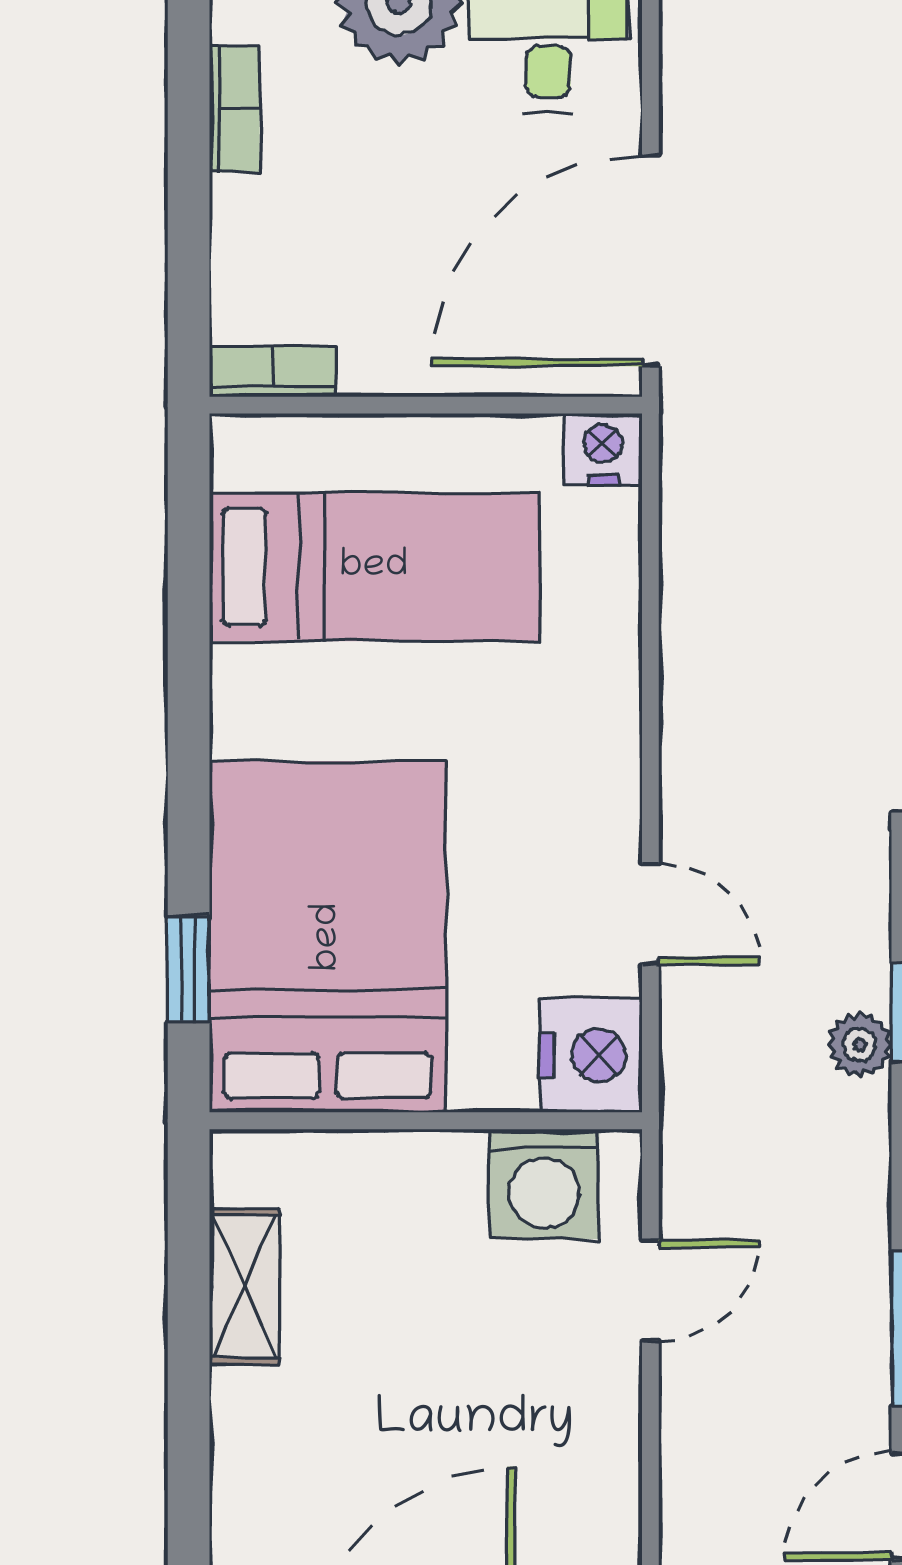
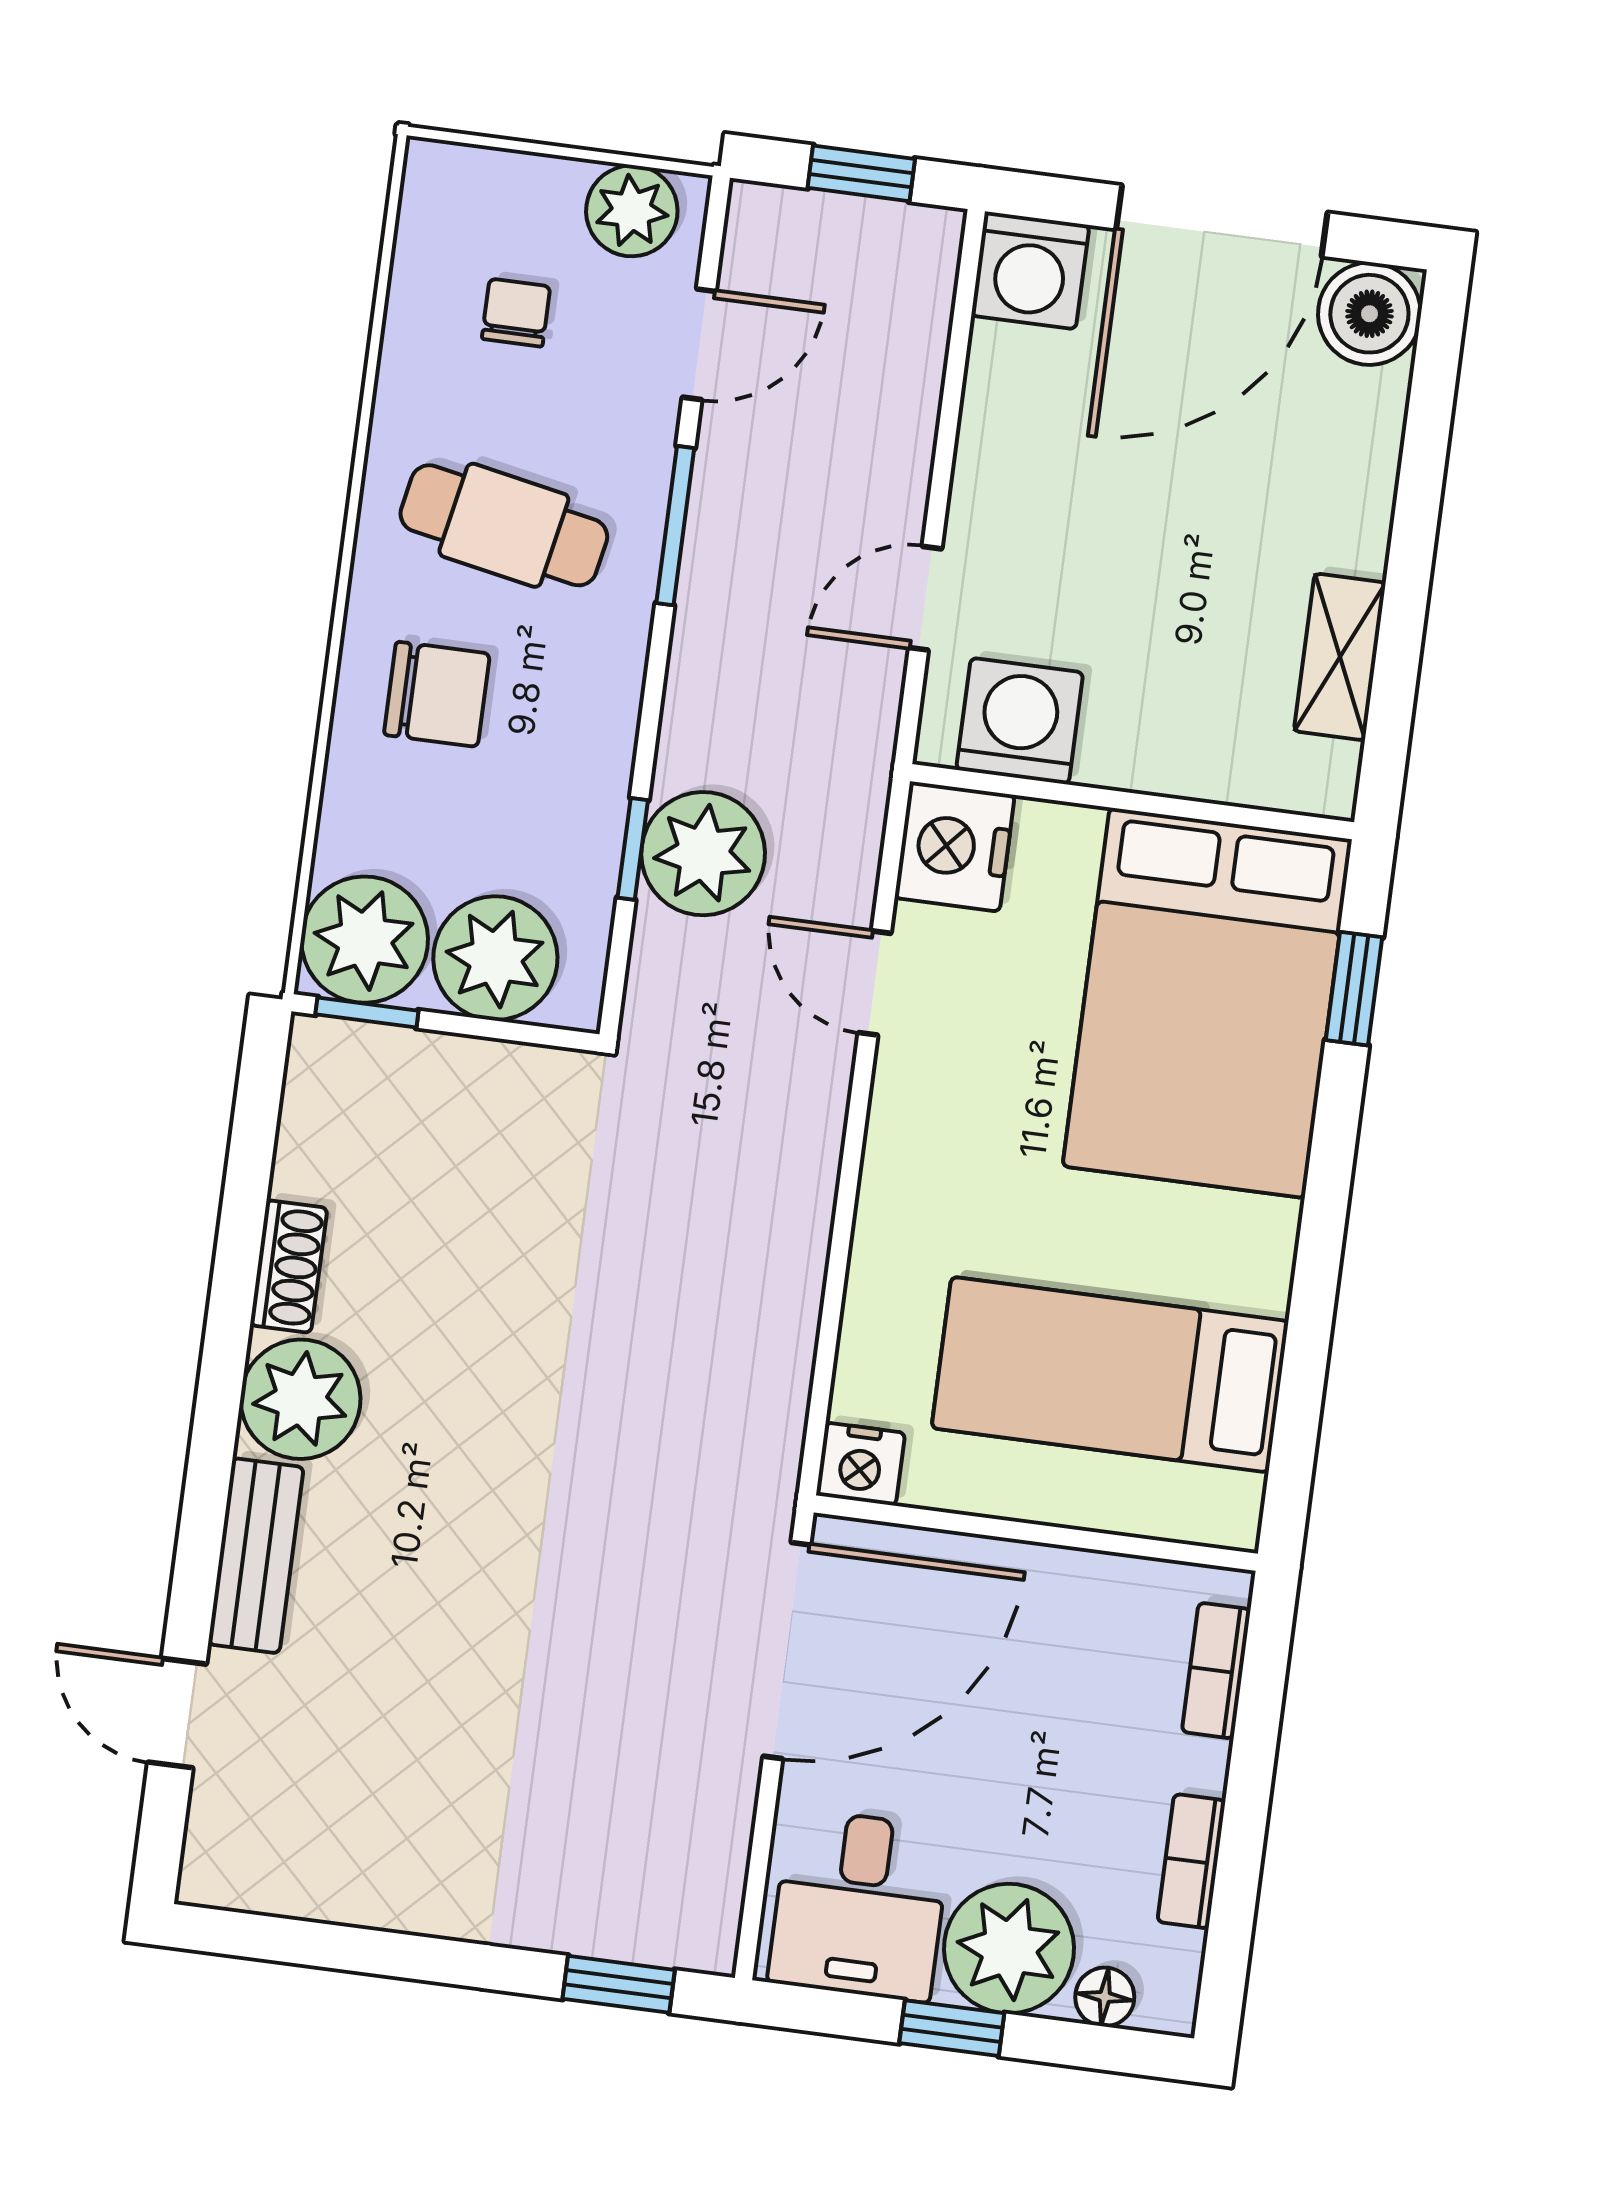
bookcase: (273, 371) -> (1216, 1671), moved, turned 90
plant: (860, 1045) -> (703, 854), width x1.88, depth x1.88

